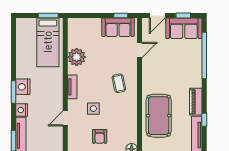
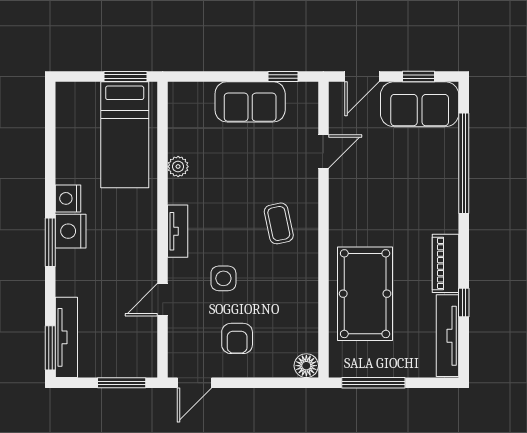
sofa: (118, 27) -> (250, 102), moved
plant: (77, 57) -> (178, 167), width x0.53, depth x0.53
nightstand: (22, 110) -> (68, 198), moved

